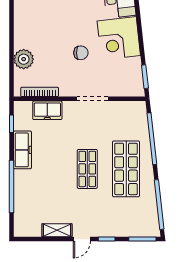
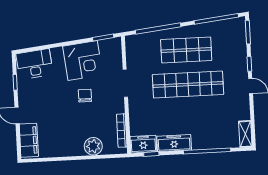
corner desk: (119, 38) -> (83, 60), moved
freezer: (47, 110) -> (143, 144), moved, turned -90
shop shelf: (87, 169) -> (188, 85), width x2.00, depth x1.36
shelving: (57, 230) -> (245, 134), moved

